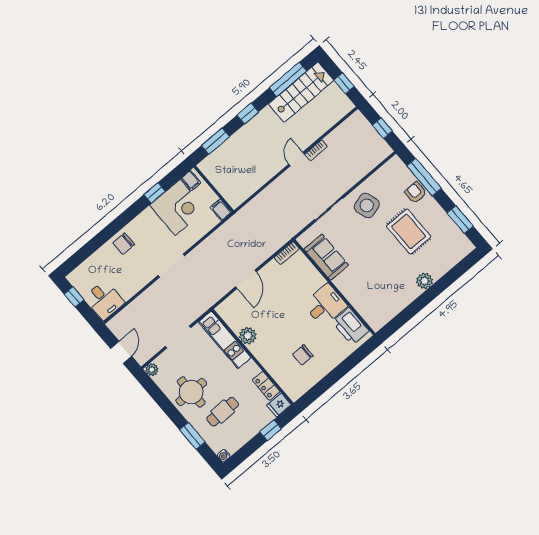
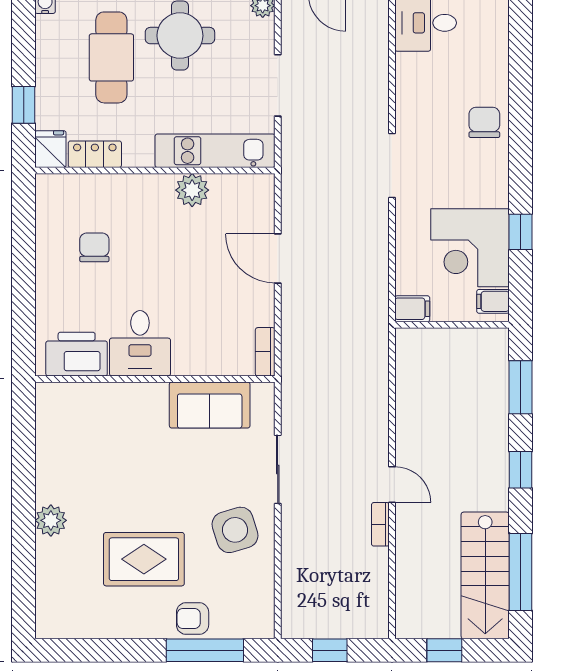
armchair: (416, 193) -> (193, 619), turned 180
window: (460, 220) -> (97, 650), removed
cafe table: (223, 412) -> (111, 57), width x1.37, depth x1.35

